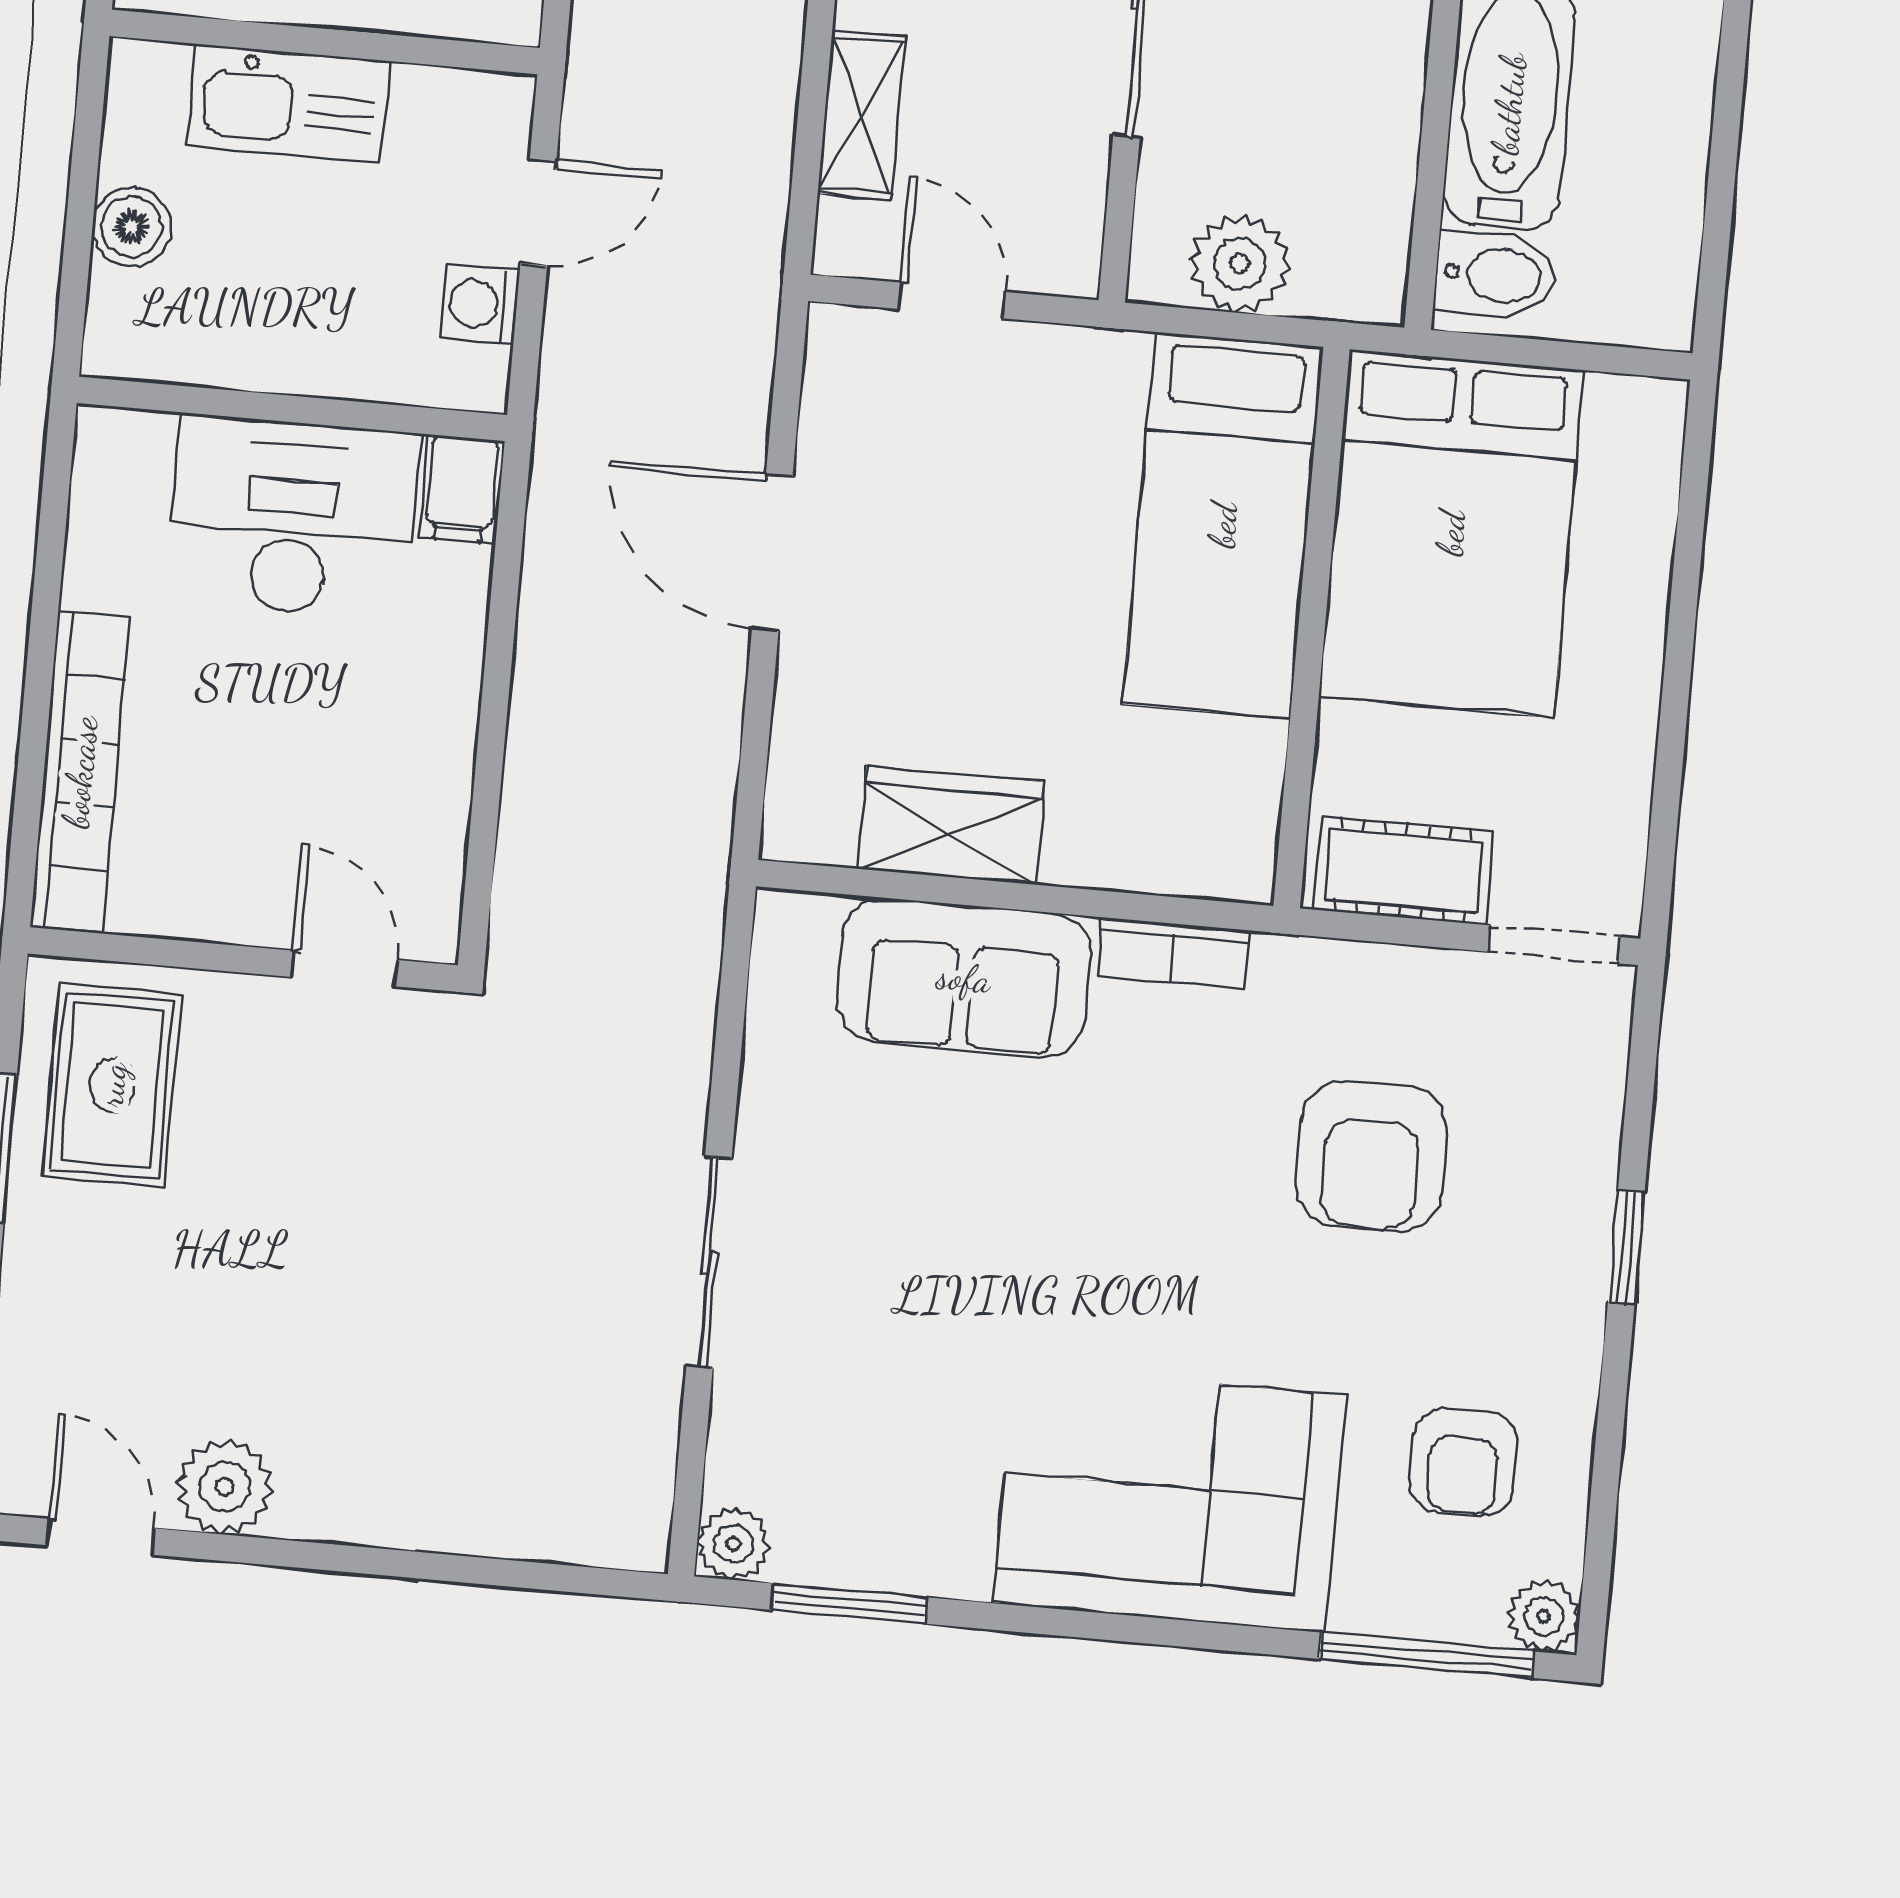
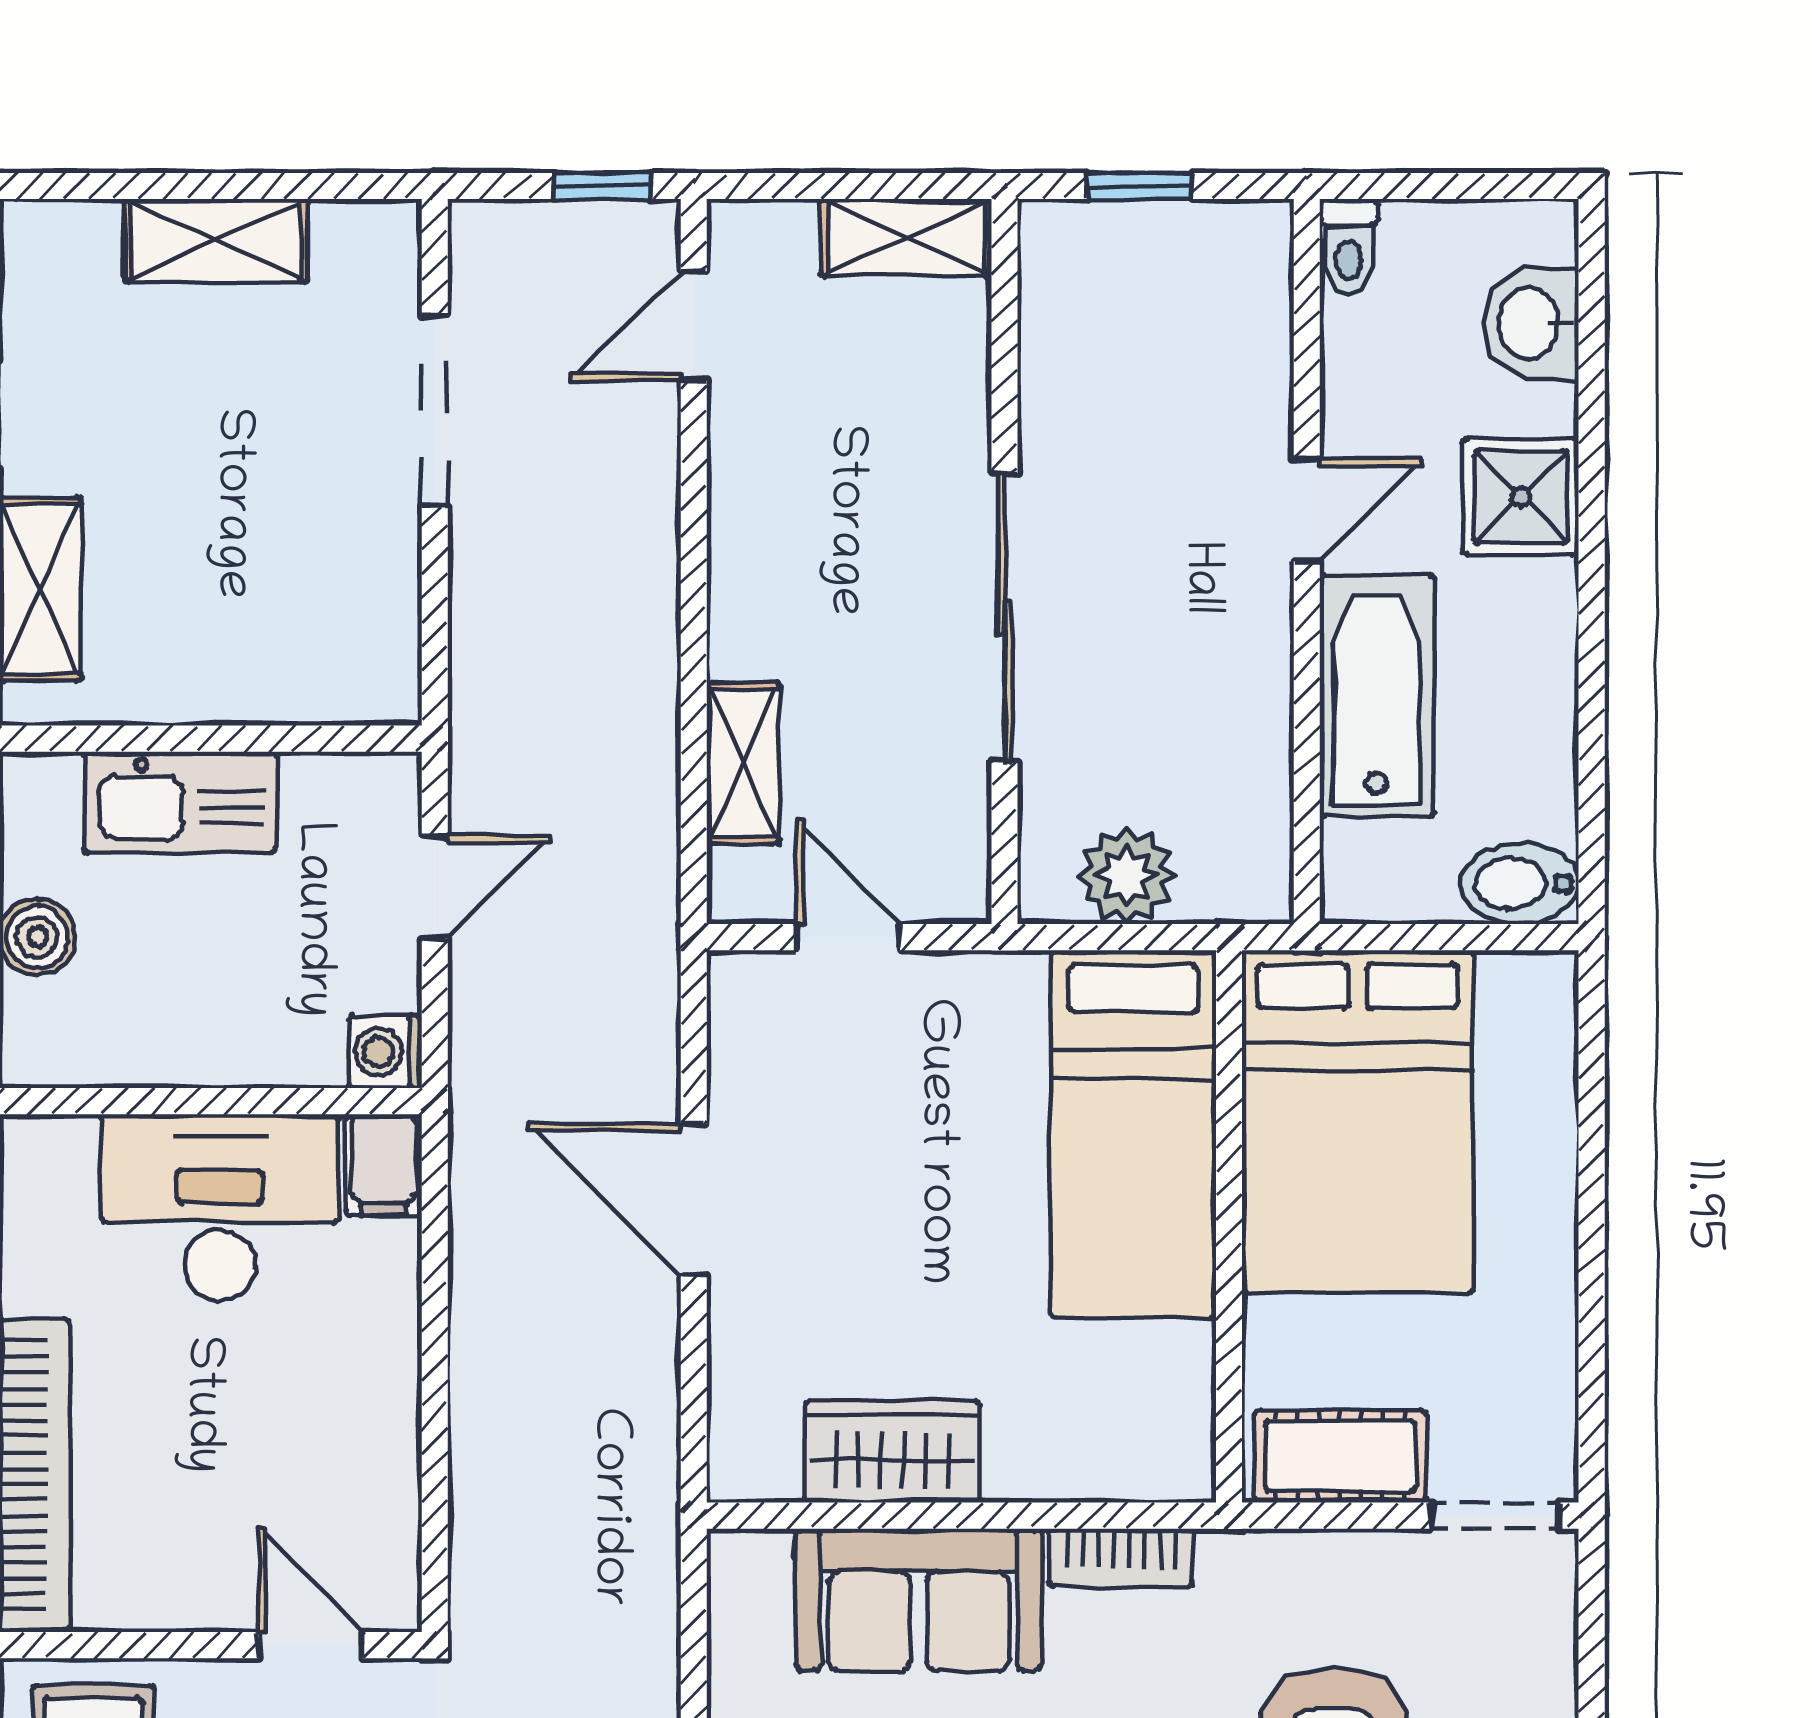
bidet: (1495, 275) -> (1520, 884), moved, turned 180
washing machine: (480, 304) -> (385, 1052), moved

